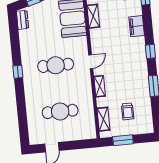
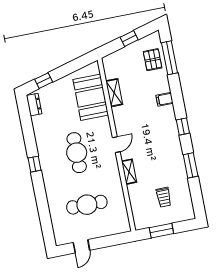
filing cabinet: (137, 26) -> (165, 99), width x0.50
cafe table: (56, 65) -> (77, 153), turned 90
shelving: (103, 119) -> (137, 209), removed

